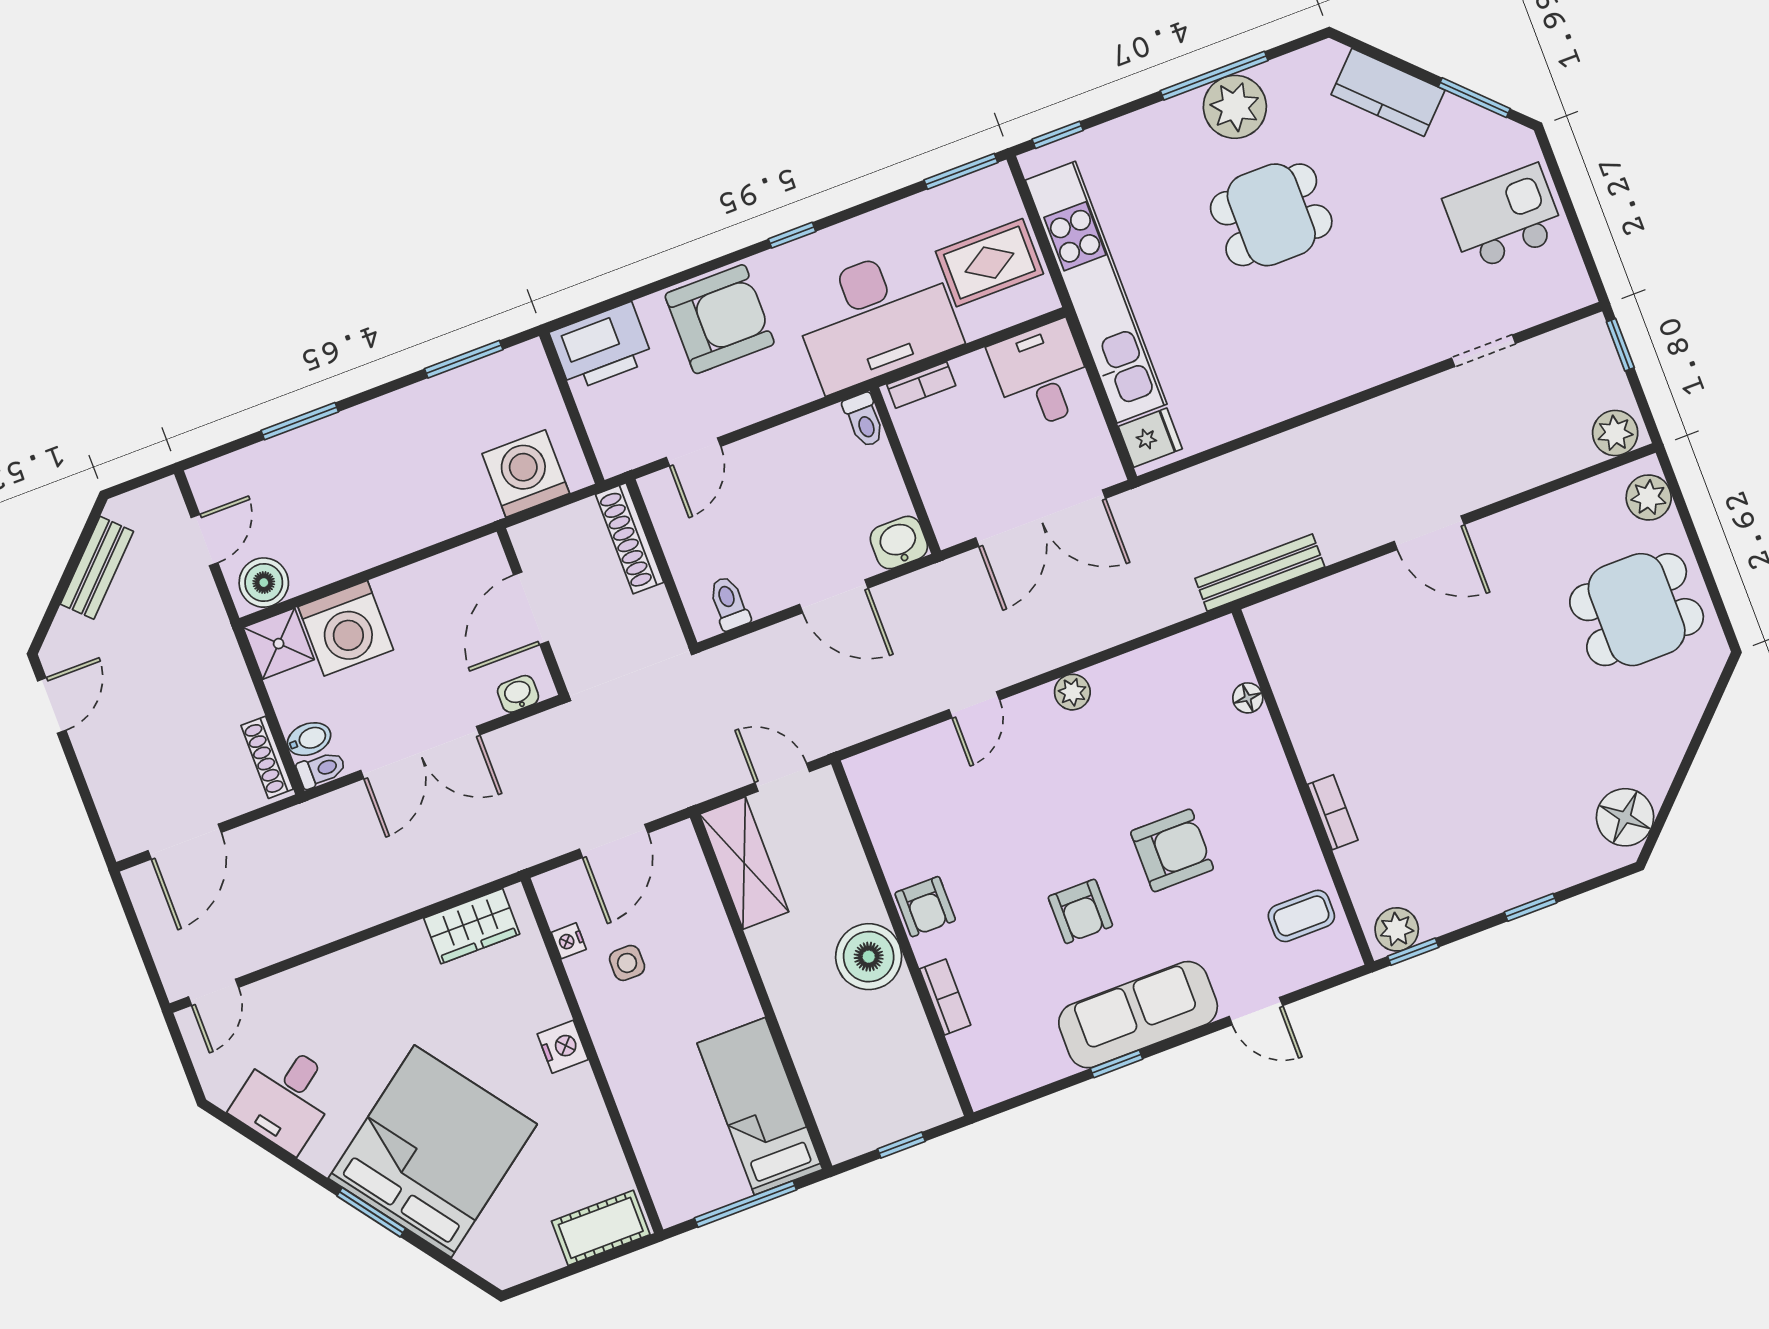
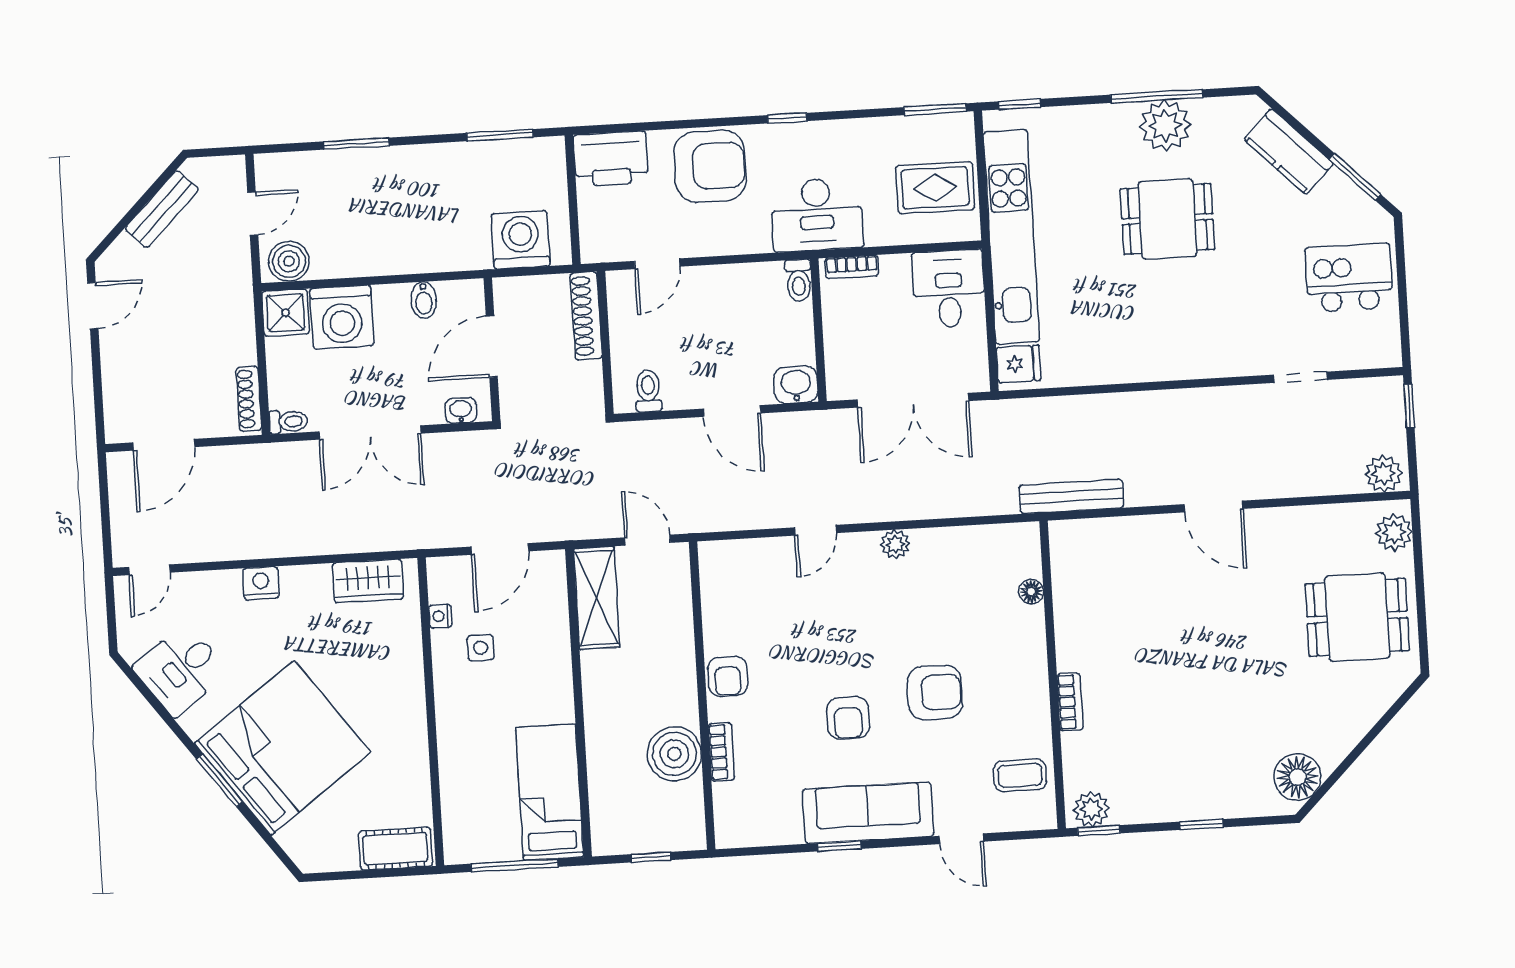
desk: (876, 318) -> (817, 215), width x0.73, depth x0.77
bidet: (309, 739) -> (424, 300), moved, turned 90
boiler: (869, 957) -> (674, 754), moved
nightstand: (563, 1047) -> (261, 583), moved, turned -90

